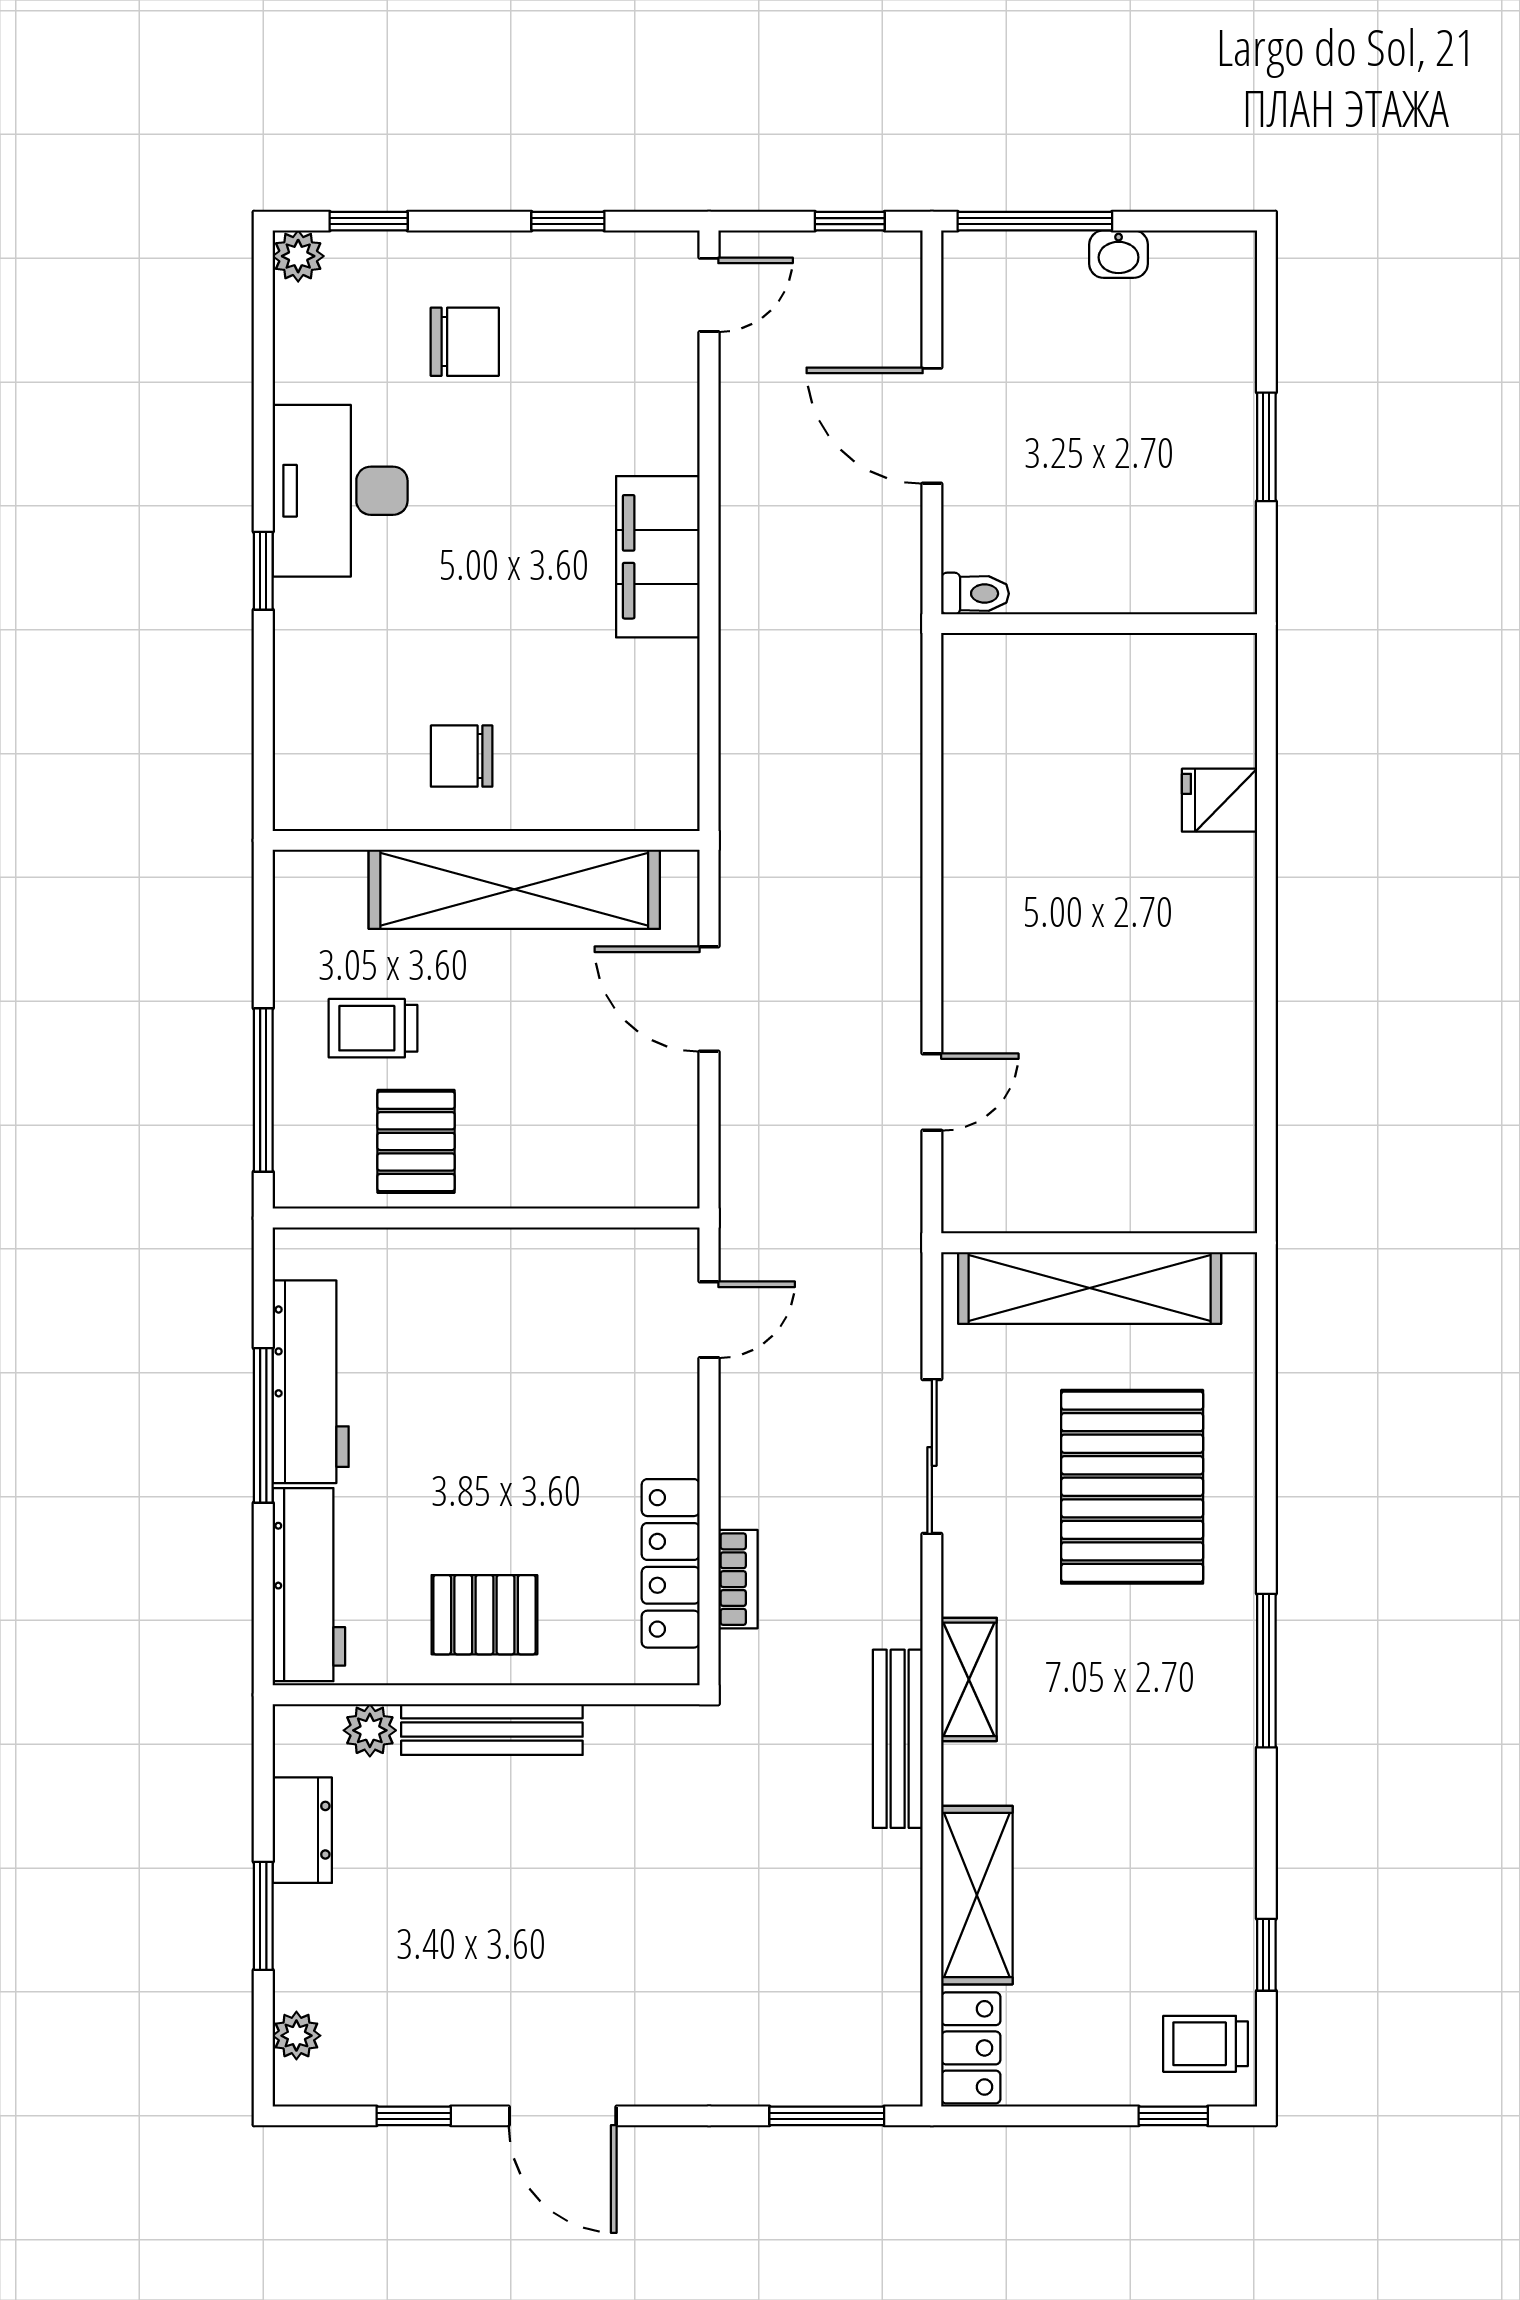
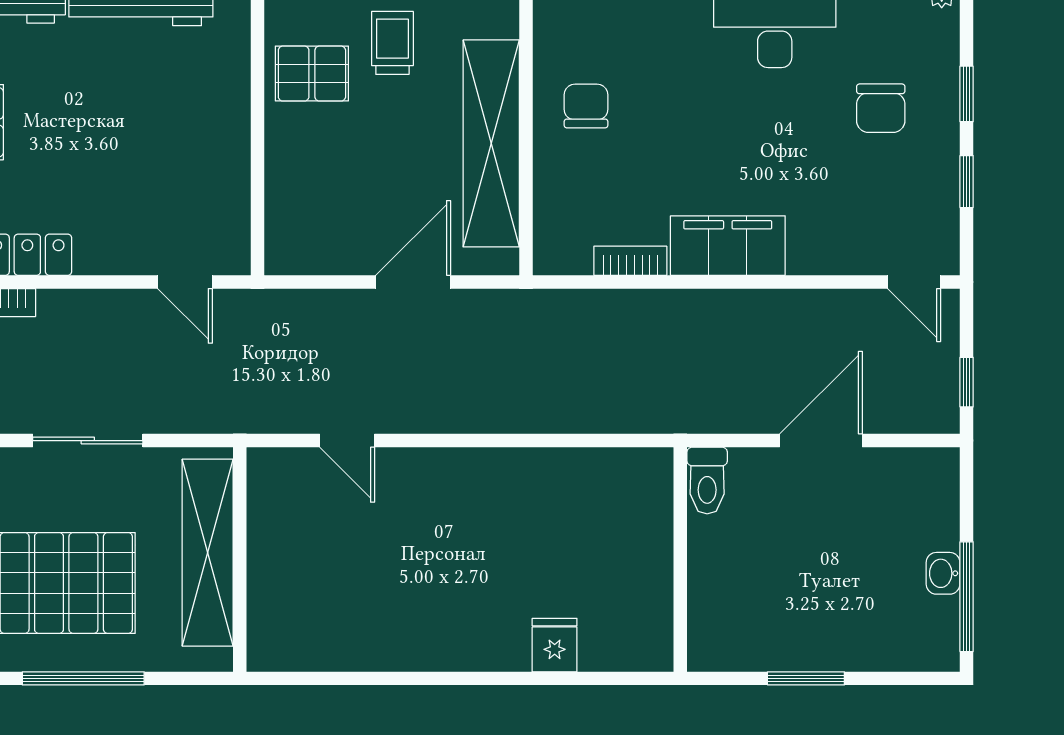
window: (369, 221) -> (967, 94), moved
window: (1035, 221) -> (967, 597), moved
toilet: (975, 594) -> (707, 481), width x1.37, depth x1.39
bookcase: (679, 694) -> (630, 261), added
window: (1266, 1463) -> (83, 678), added

